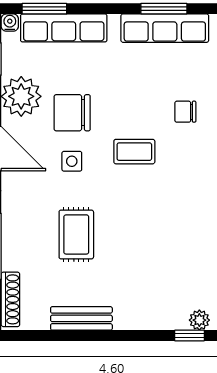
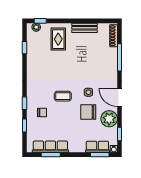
row of seats: (64, 28) -> (97, 147), width x0.68
chair: (72, 113) -> (88, 112), turned 180
rug: (76, 234) -> (58, 39), moved

